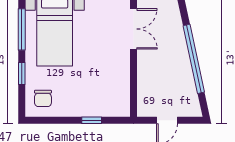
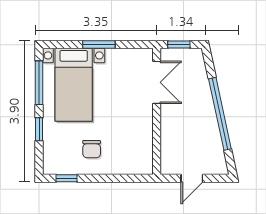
chair: (43, 98) -> (92, 149), moved
window: (92, 120) -> (66, 178), moved

